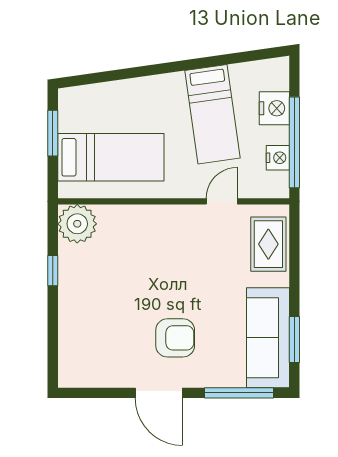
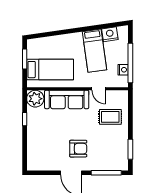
nightstand: (274, 108) -> (110, 34), moved, turned -98
door: (222, 201) -> (99, 89), swing flipped
rug: (268, 244) -> (110, 117), moved, turned 90
sofa: (268, 338) -> (67, 99), moved, turned -90

